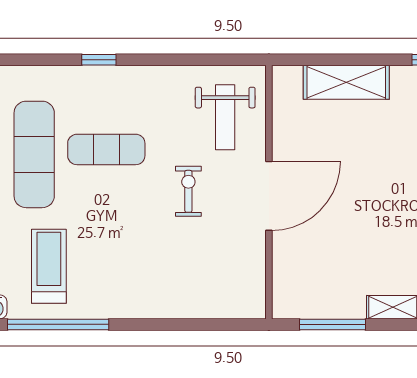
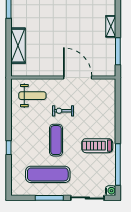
exercise mat: (106, 149) -> (56, 140), moved
door: (269, 196) -> (78, 78), moved
treadmill: (49, 266) -> (97, 146), moved

